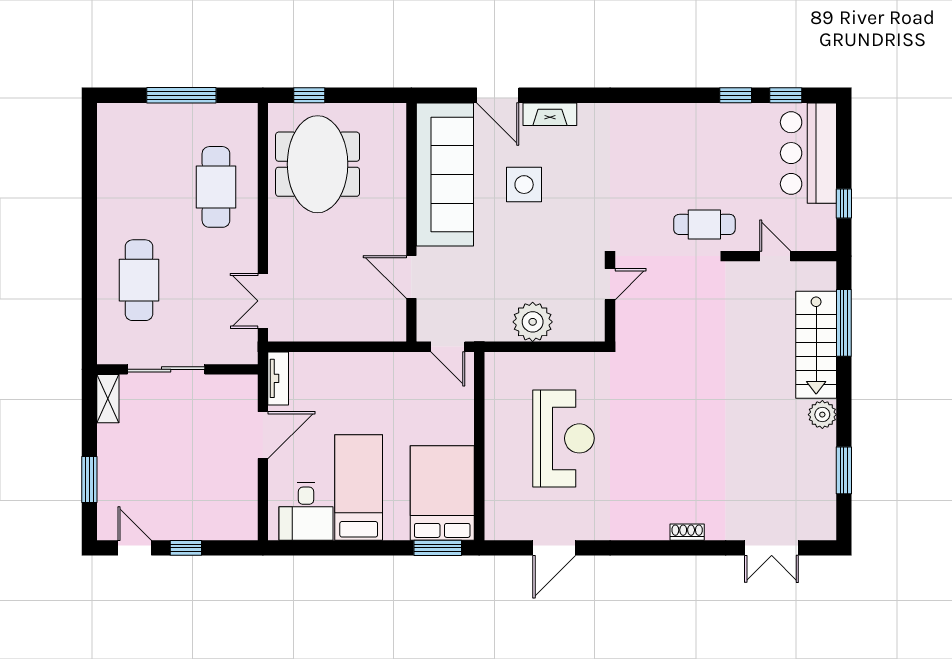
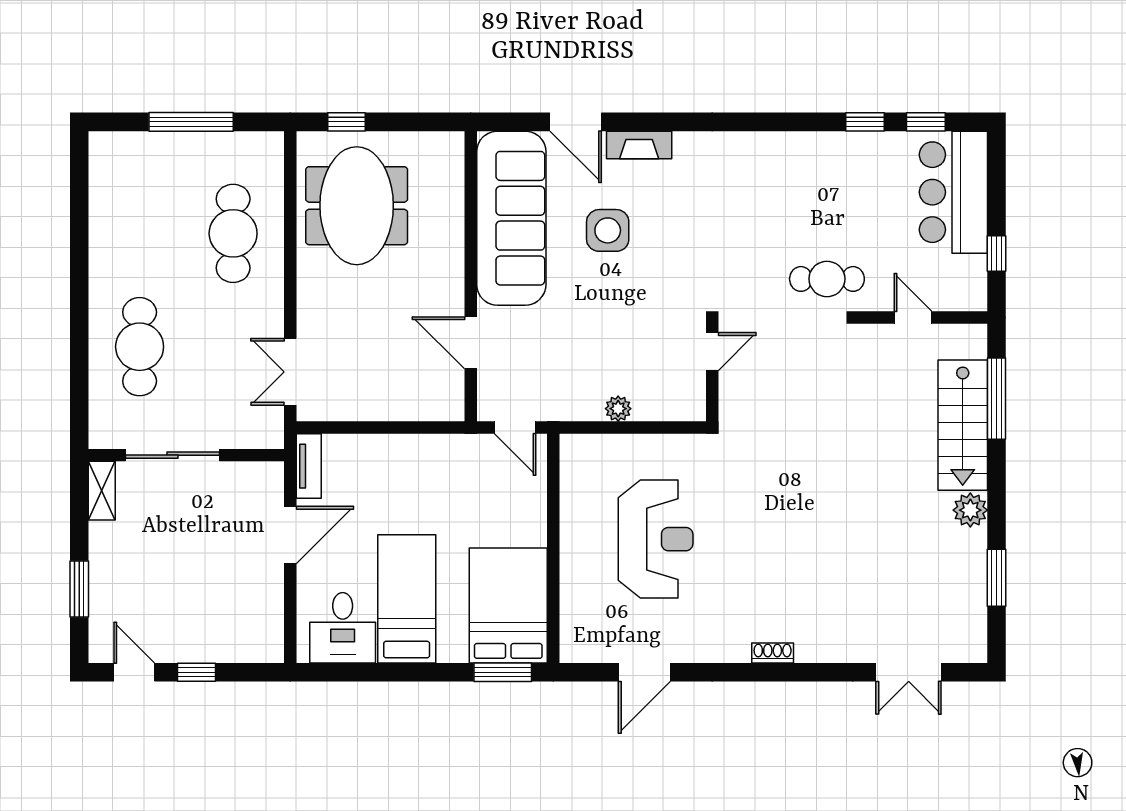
plant: (533, 322) -> (618, 409), width x0.53, depth x0.53
shoe rack: (687, 532) -> (773, 653), moved

